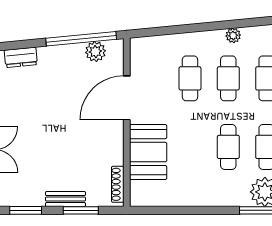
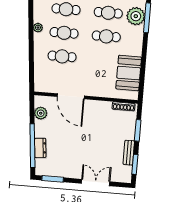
window: (81, 39) -> (32, 146), moved
dresser: (21, 57) -> (40, 148), moved
booth: (148, 152) -> (129, 73), moved, turned 90
bench: (65, 199) -> (129, 153), moved

